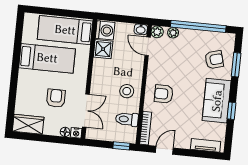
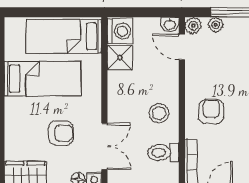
armchair: (164, 94) -> (211, 112), turned 90
armchair: (56, 98) -> (61, 133), turned 90

